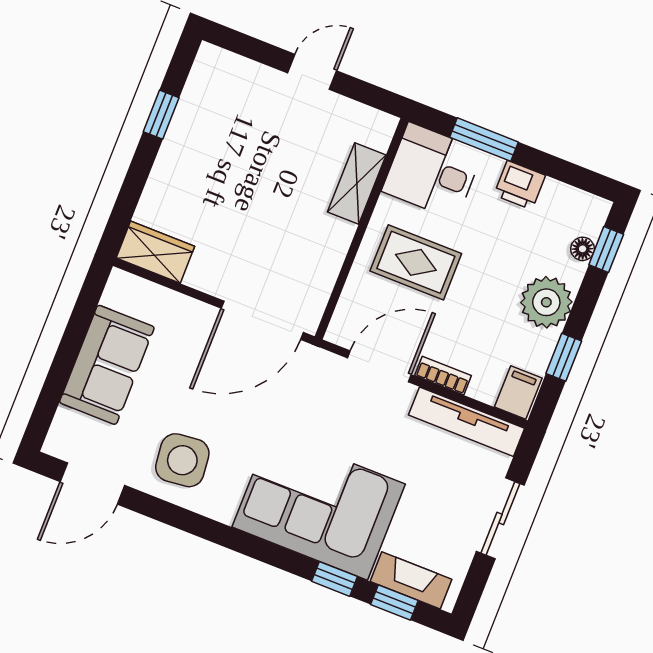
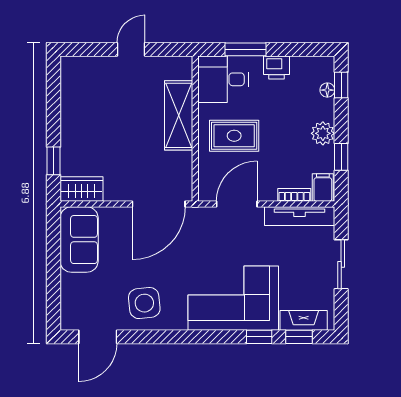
window: (161, 115) -> (54, 161), moved
shelving: (357, 184) -> (179, 115), width x1.50, depth x1.33
plant: (546, 302) -> (323, 133), width x0.73, depth x0.73
sofa: (107, 365) -> (79, 240), moved
bookcase: (443, 376) -> (294, 195), moved

